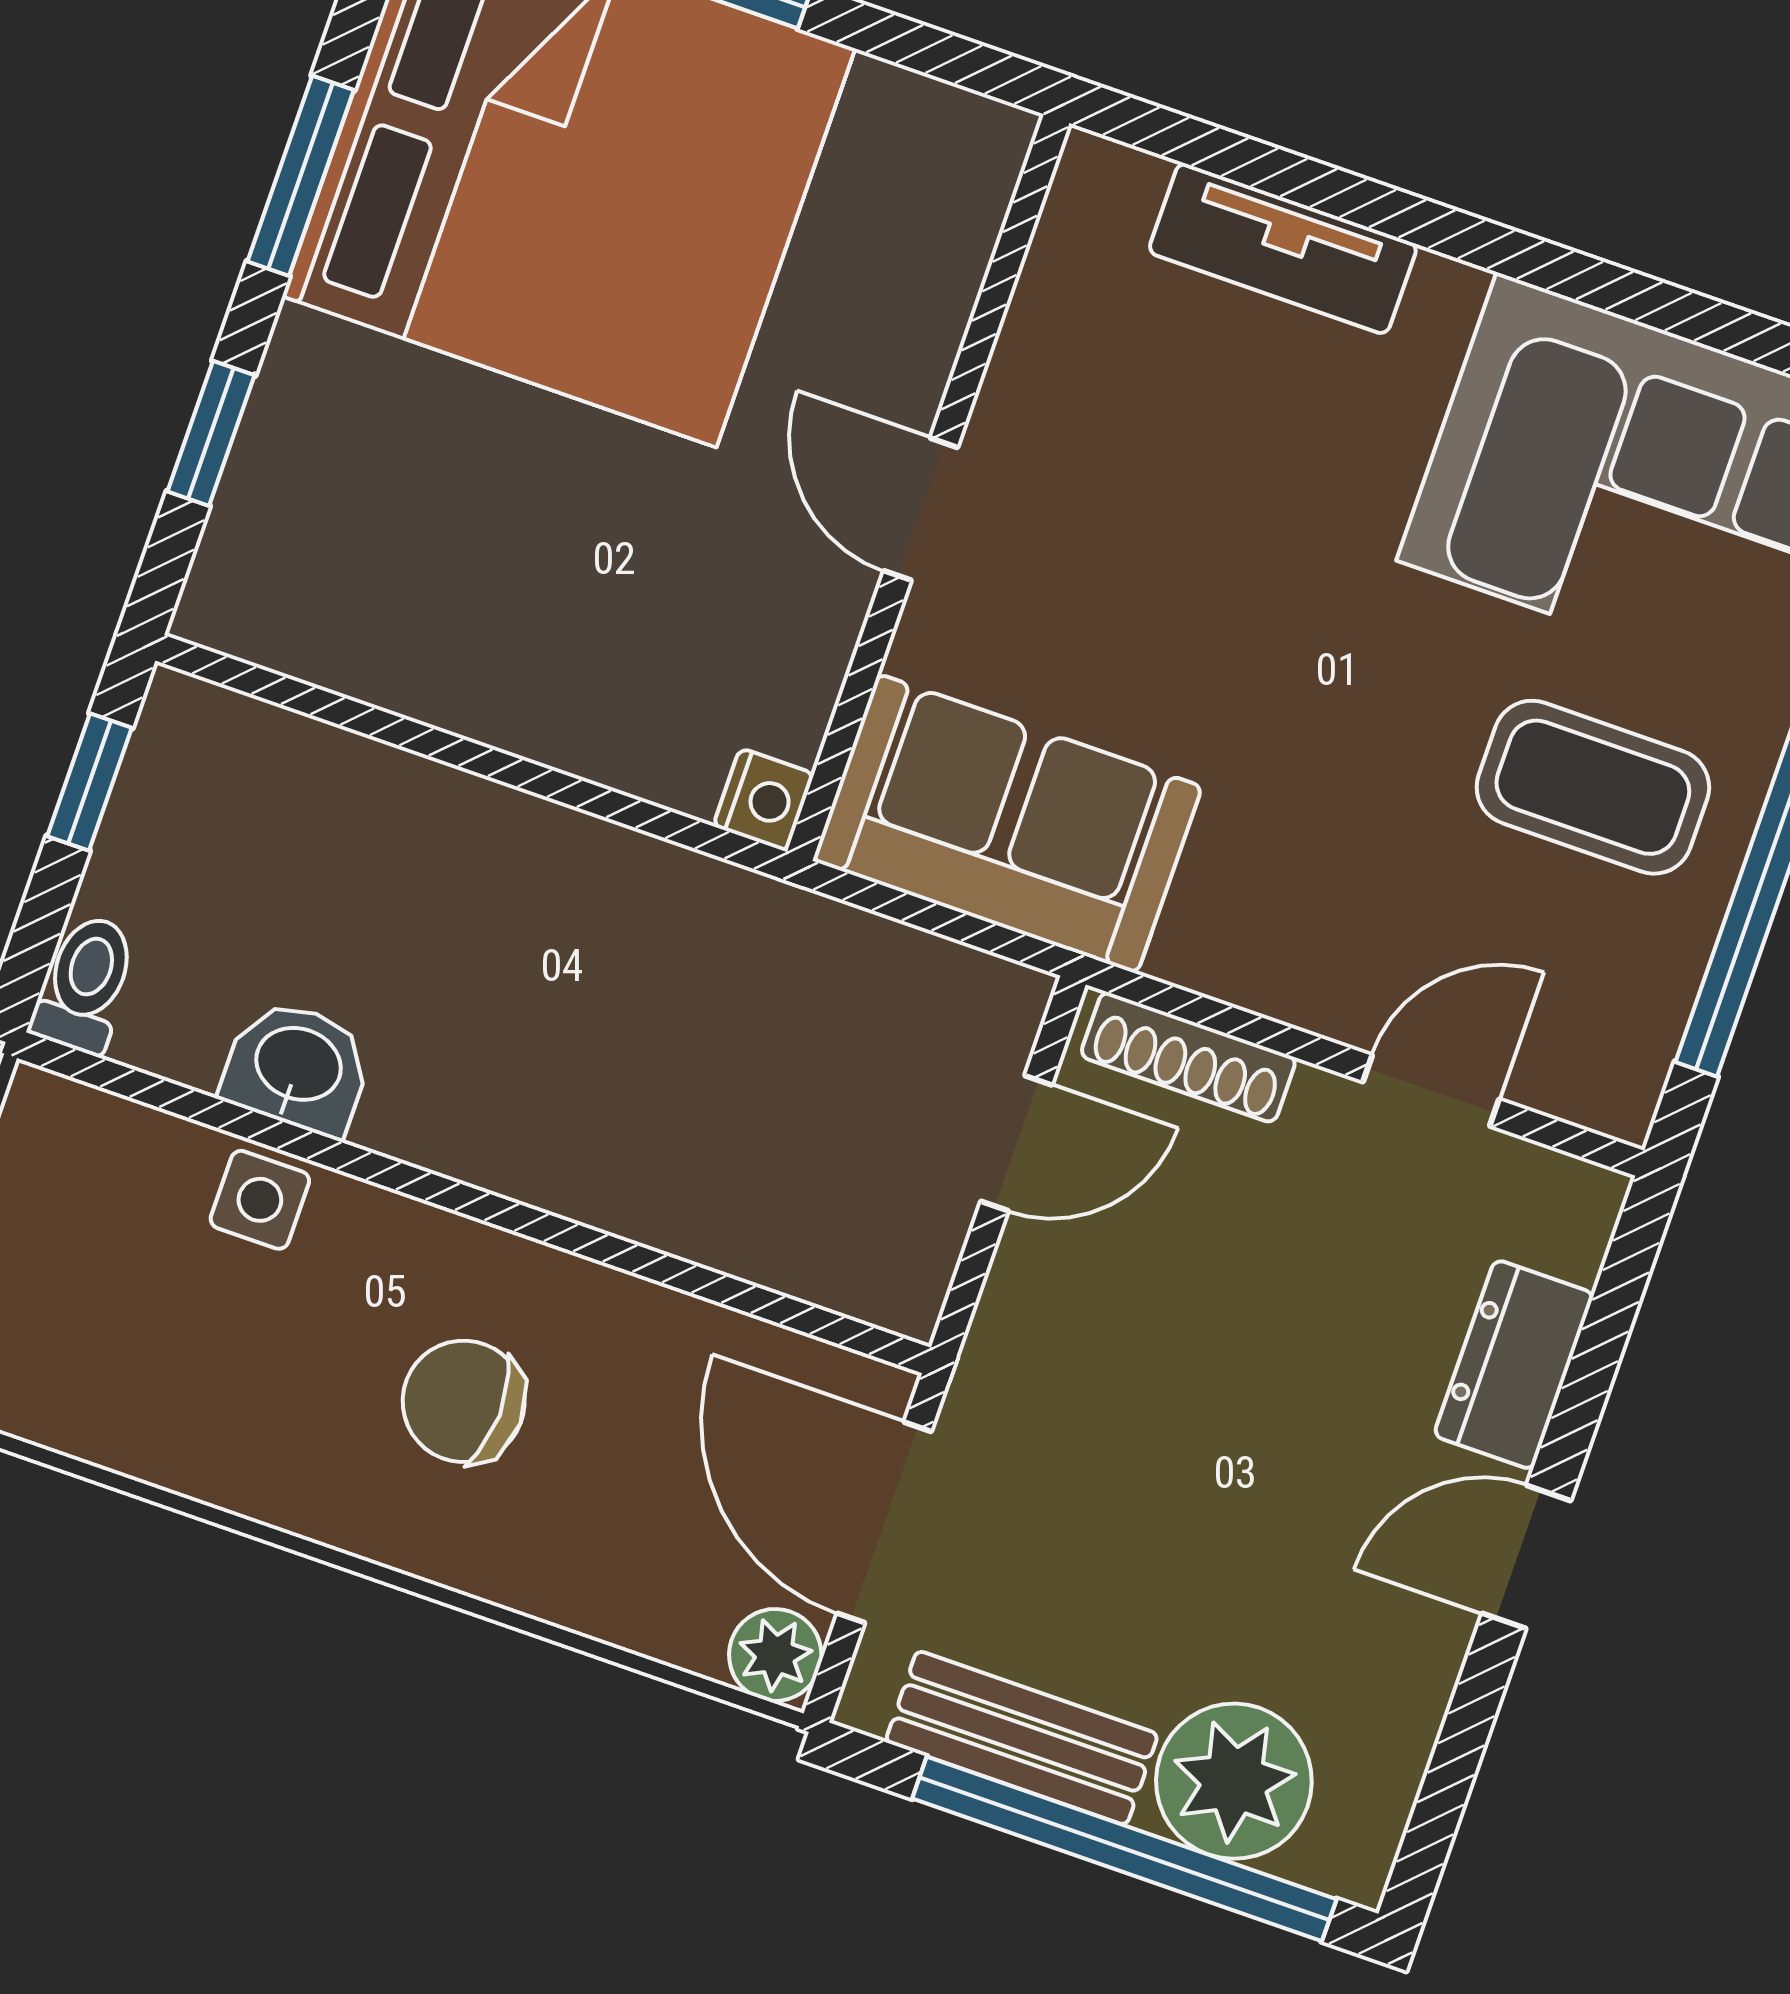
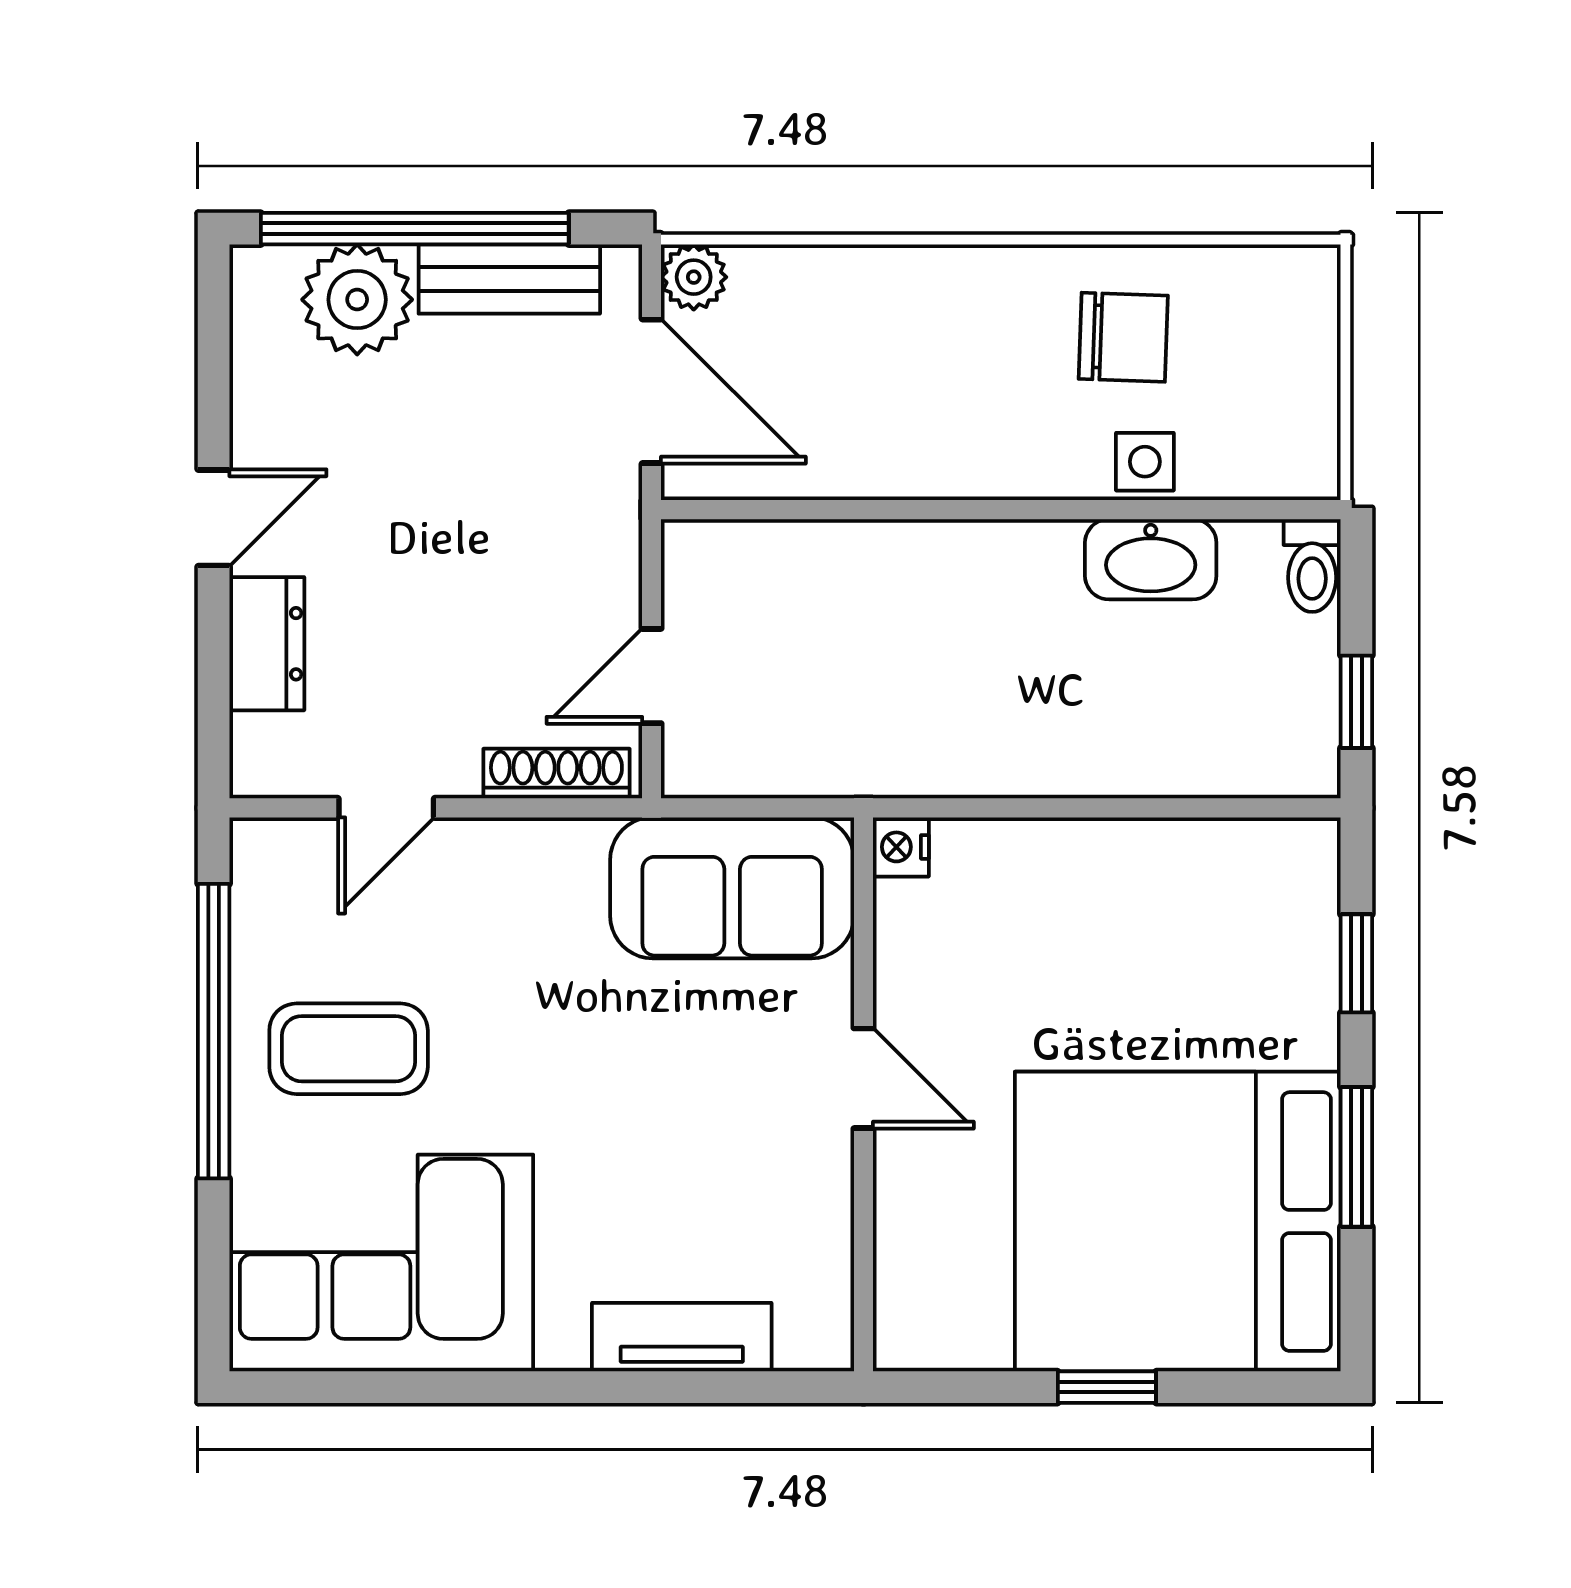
washbasin: (297, 1067) -> (1151, 559), width x1.38
chair: (464, 1401) -> (1123, 337), moved

